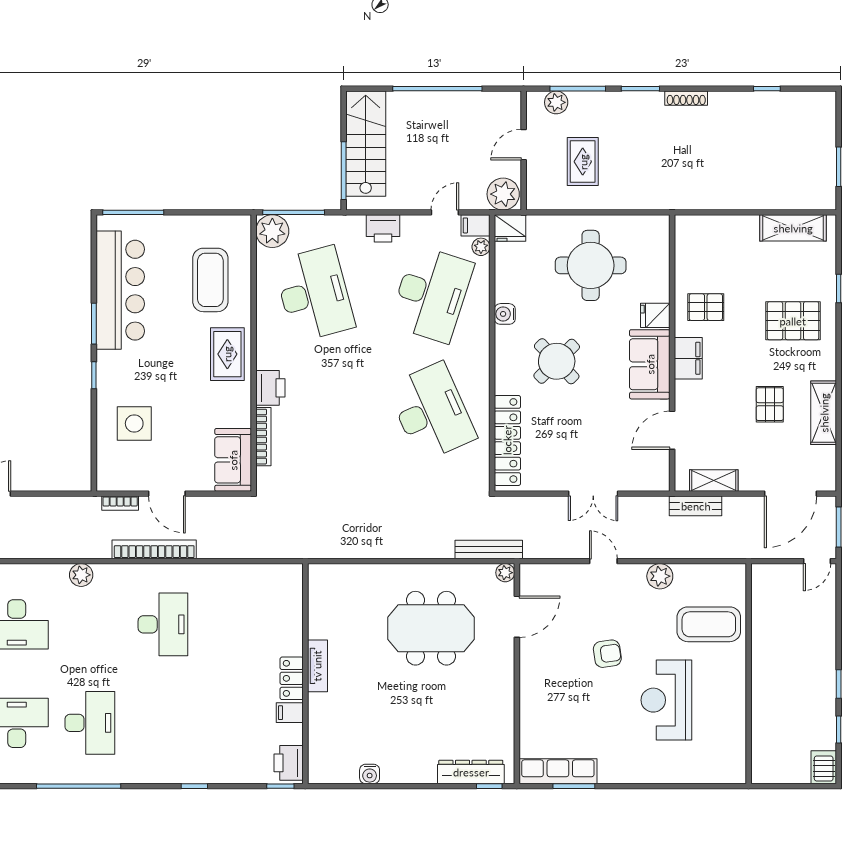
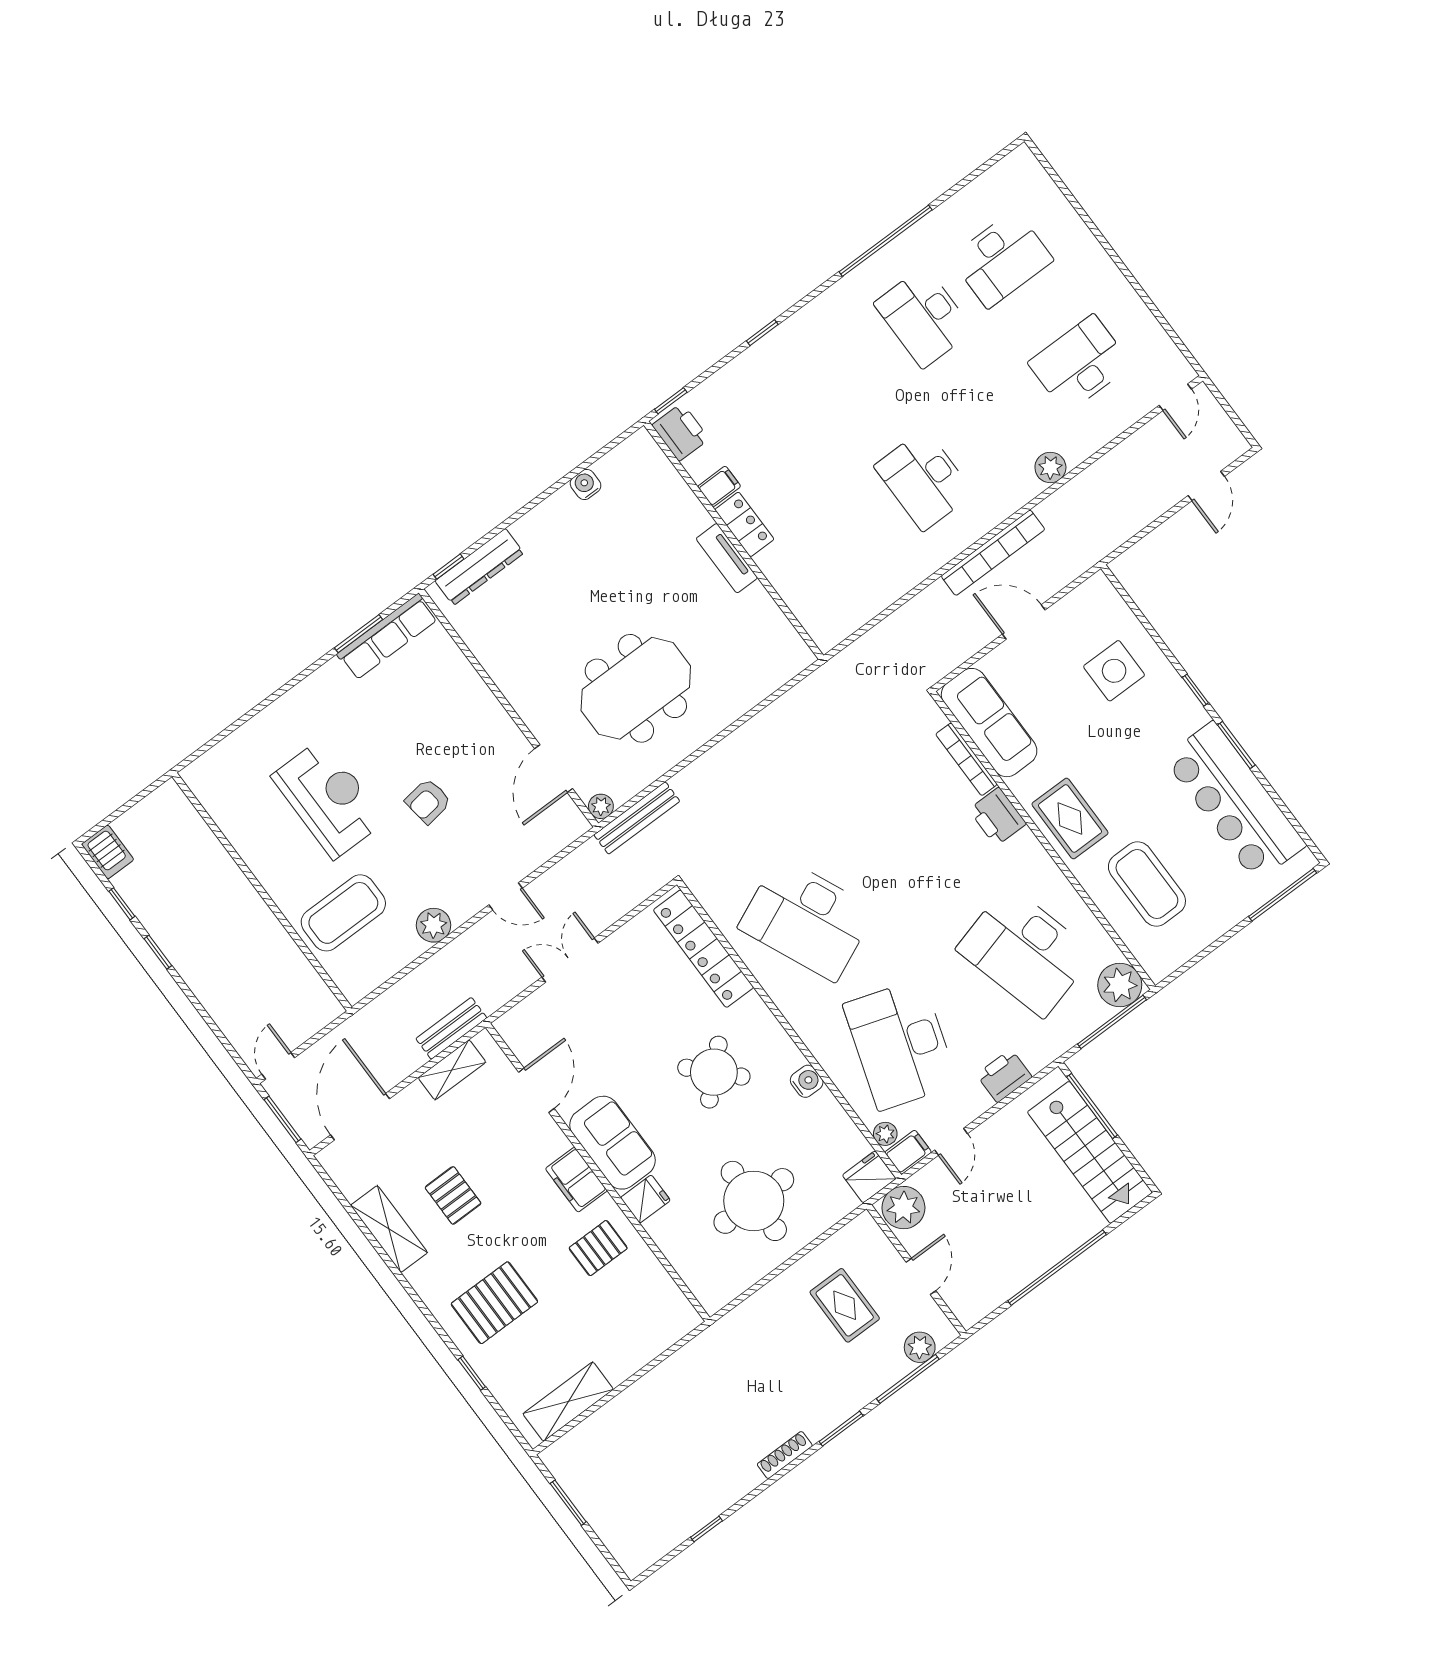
sofa: (233, 460) -> (989, 723), width x1.36
bookcase: (120, 503) -> (1066, 575), removed

